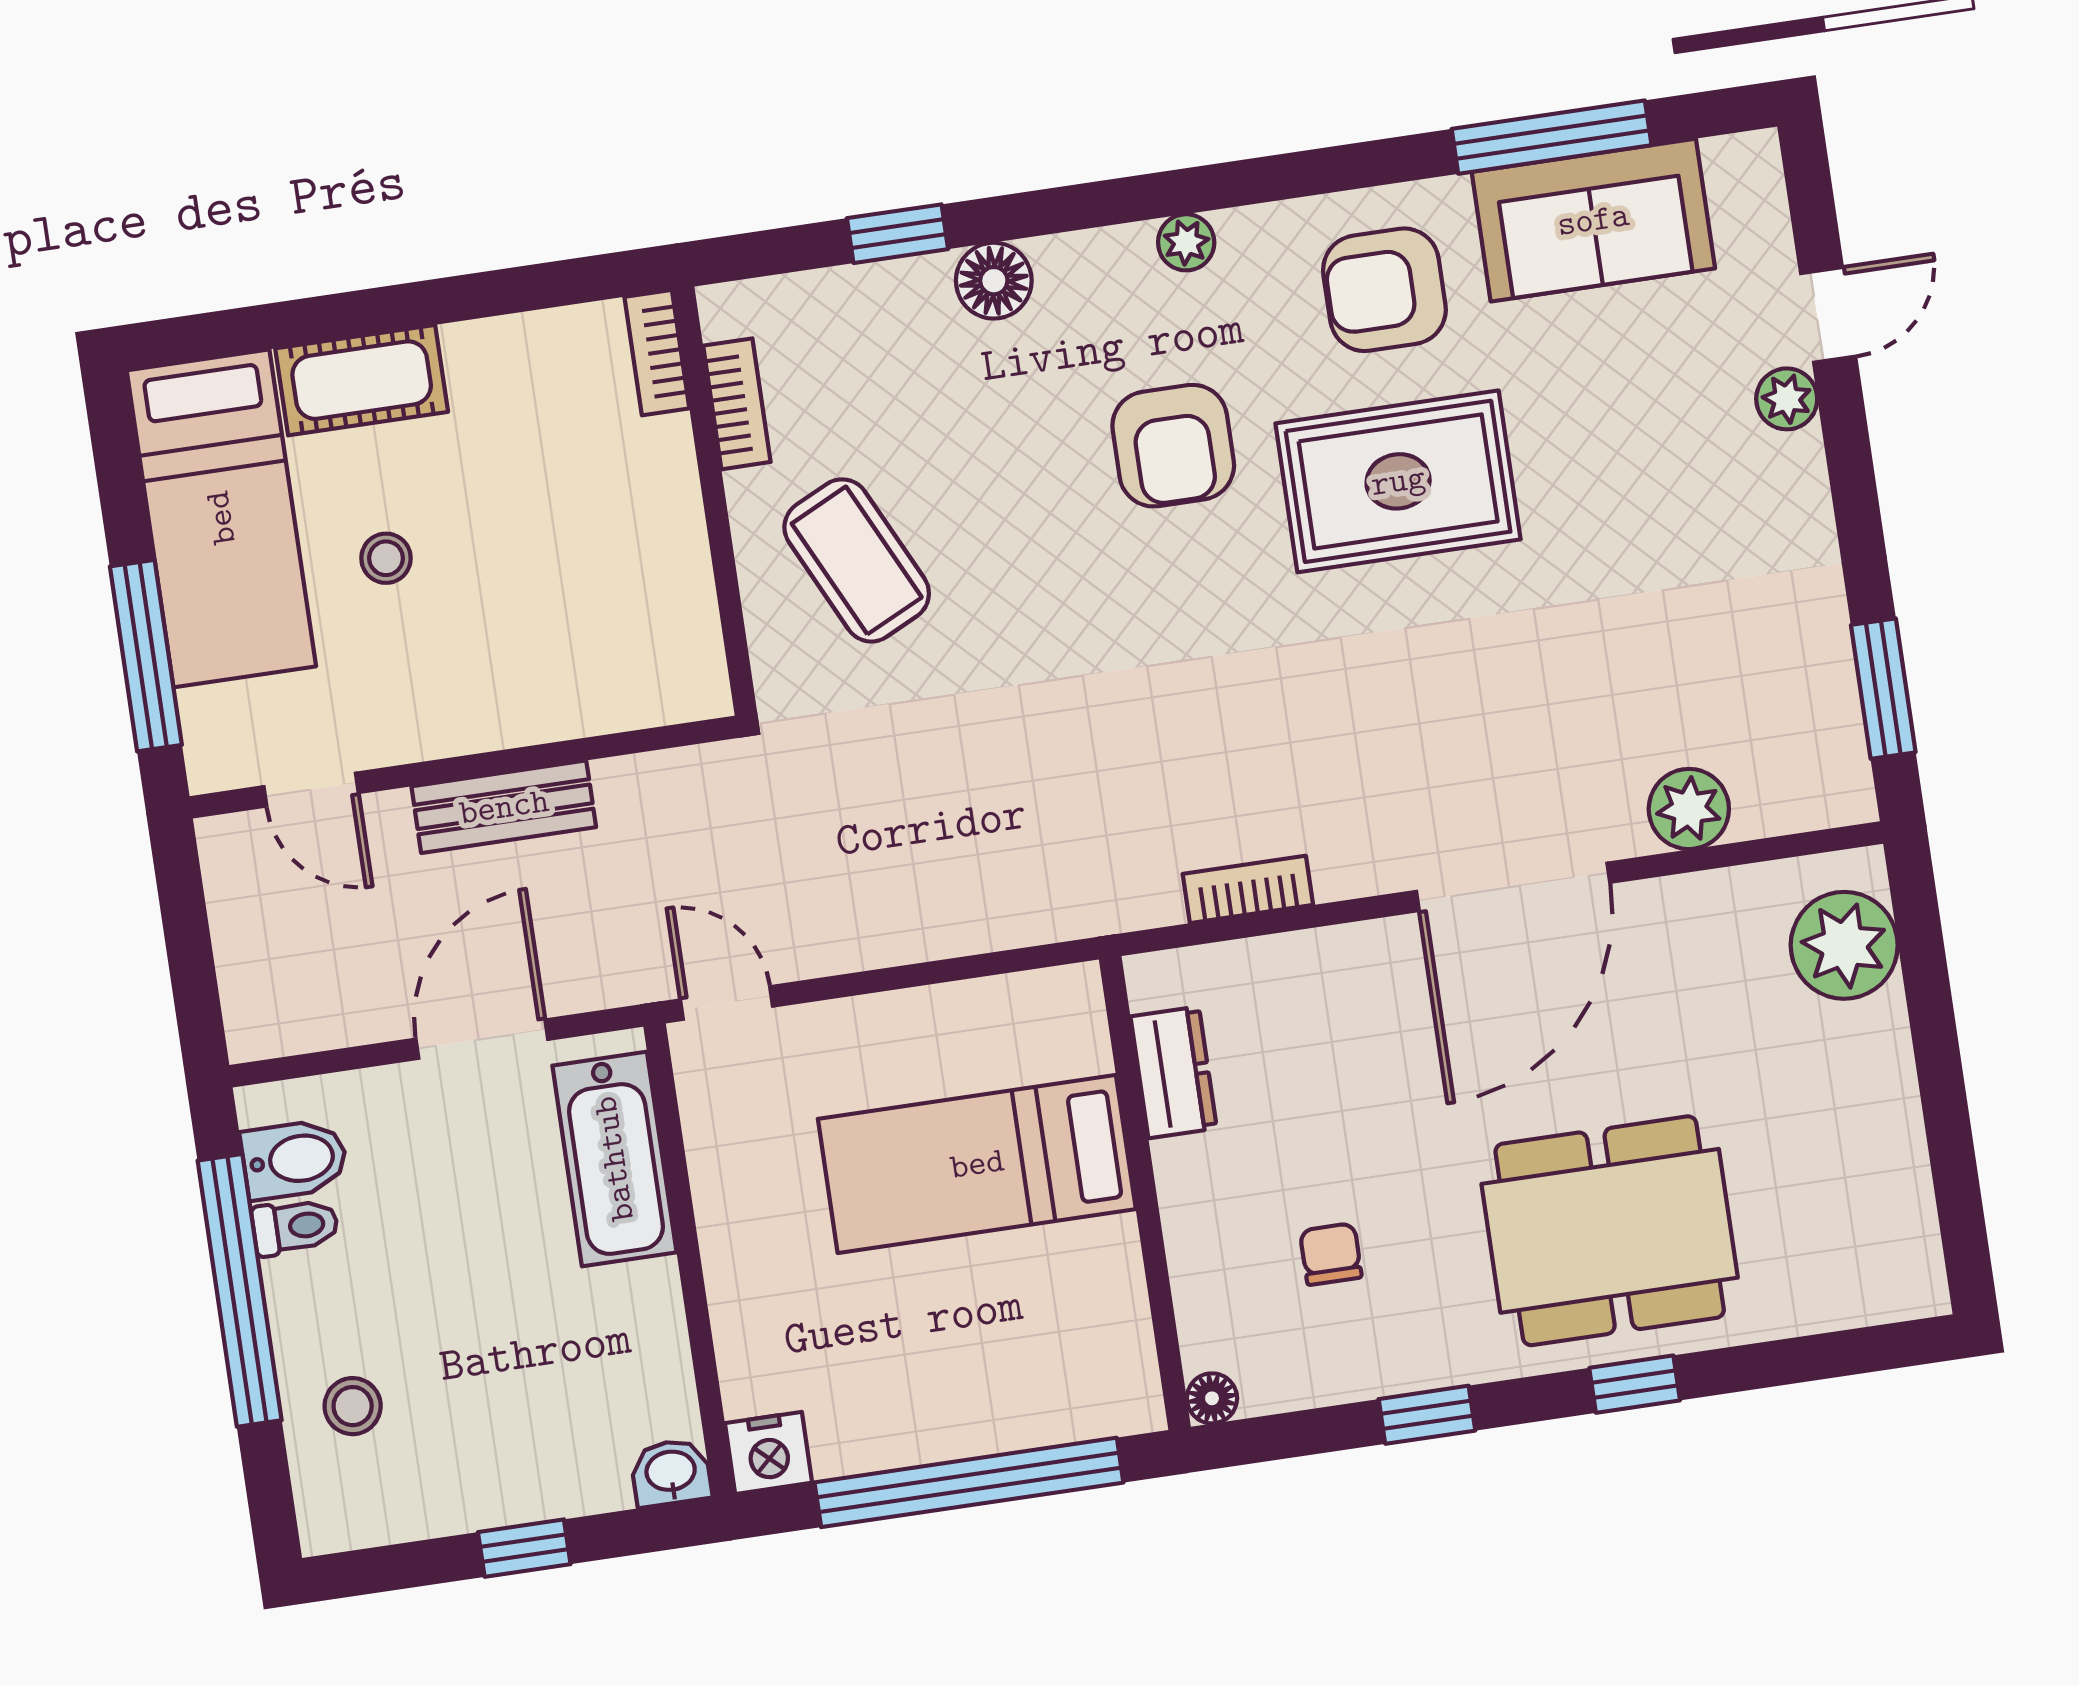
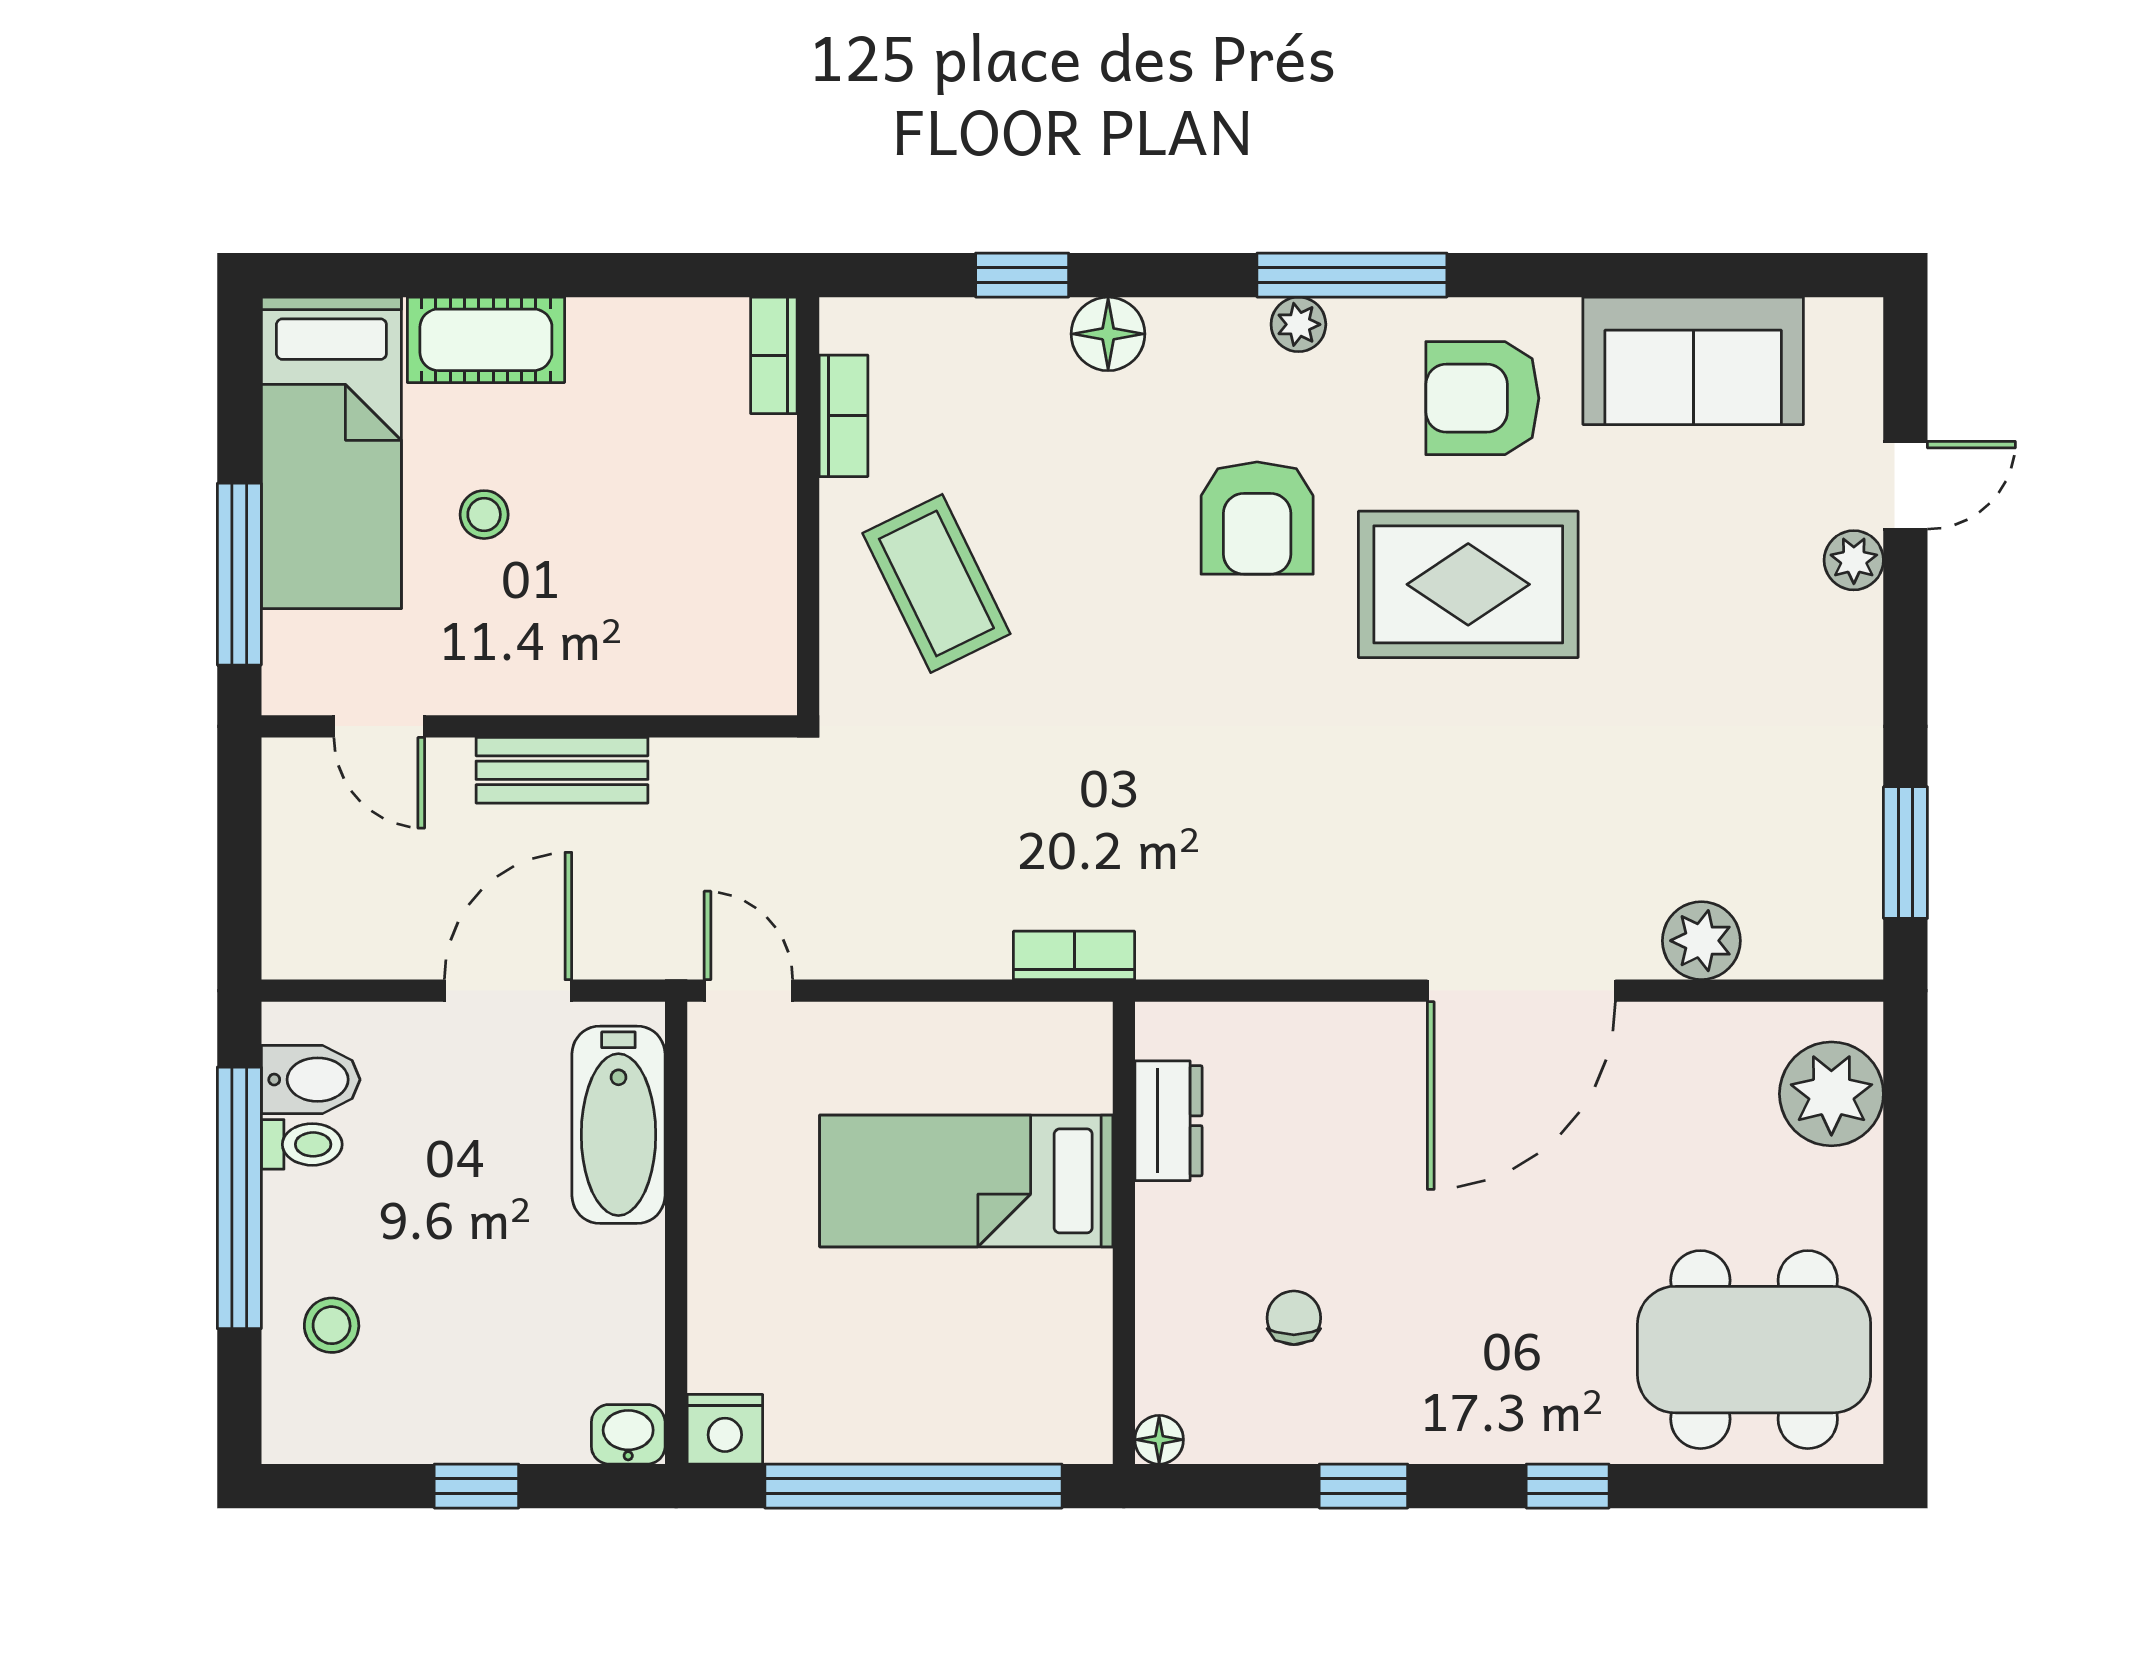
window: (1552, 137) -> (1352, 275), moved
bookcase: (1248, 889) -> (1074, 955), moved
dining table: (1610, 1231) -> (1754, 1350), moved

